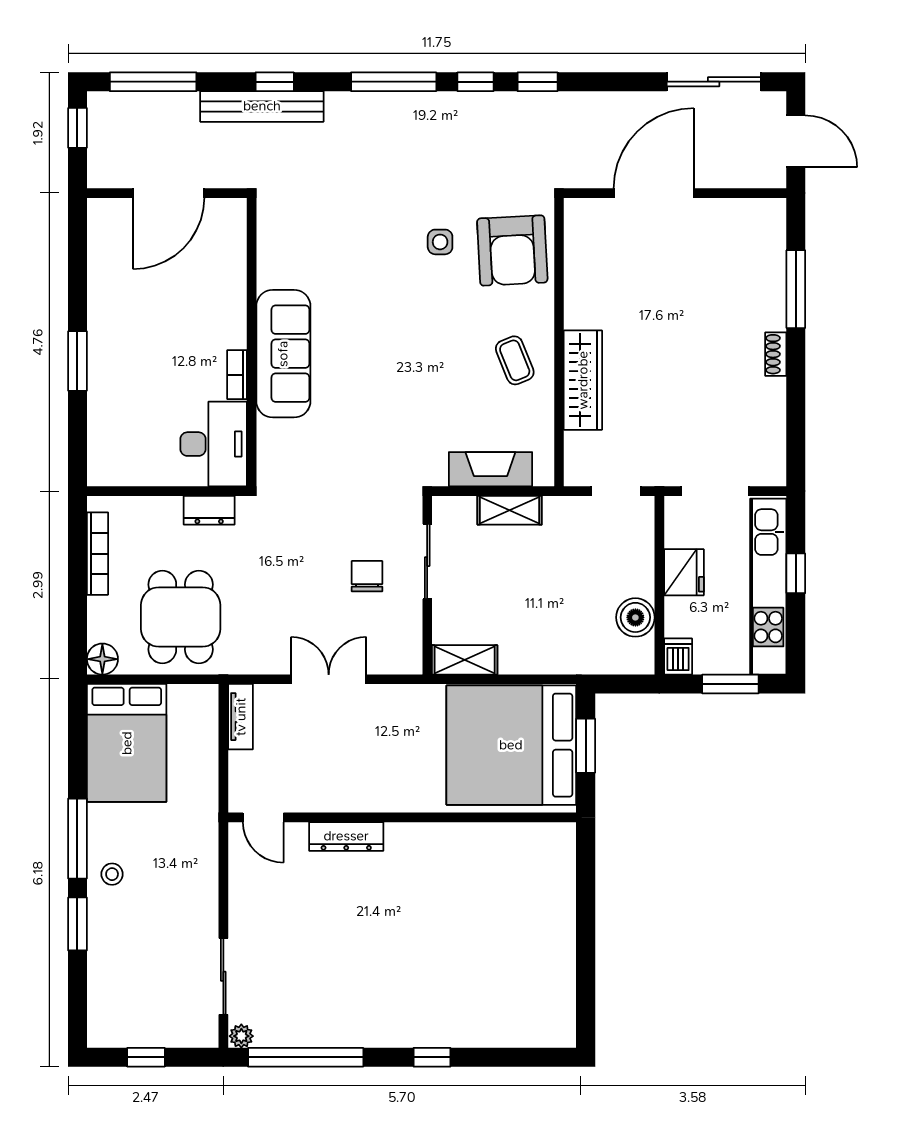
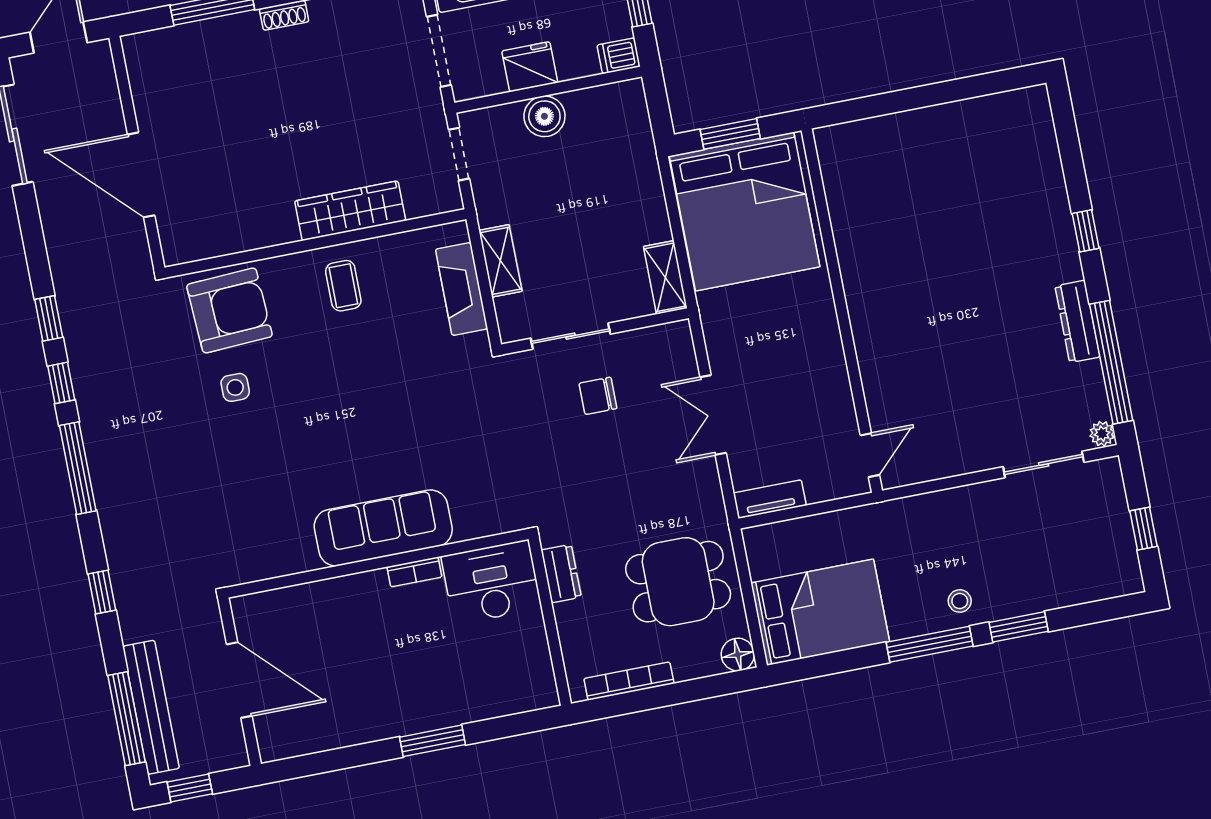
bench: (262, 106) -> (151, 707), moved
coffee table: (515, 360) -> (343, 286), turned -68
boiler: (635, 617) -> (544, 116), moved
dresser: (346, 836) -> (1077, 321), moved, turned 180

